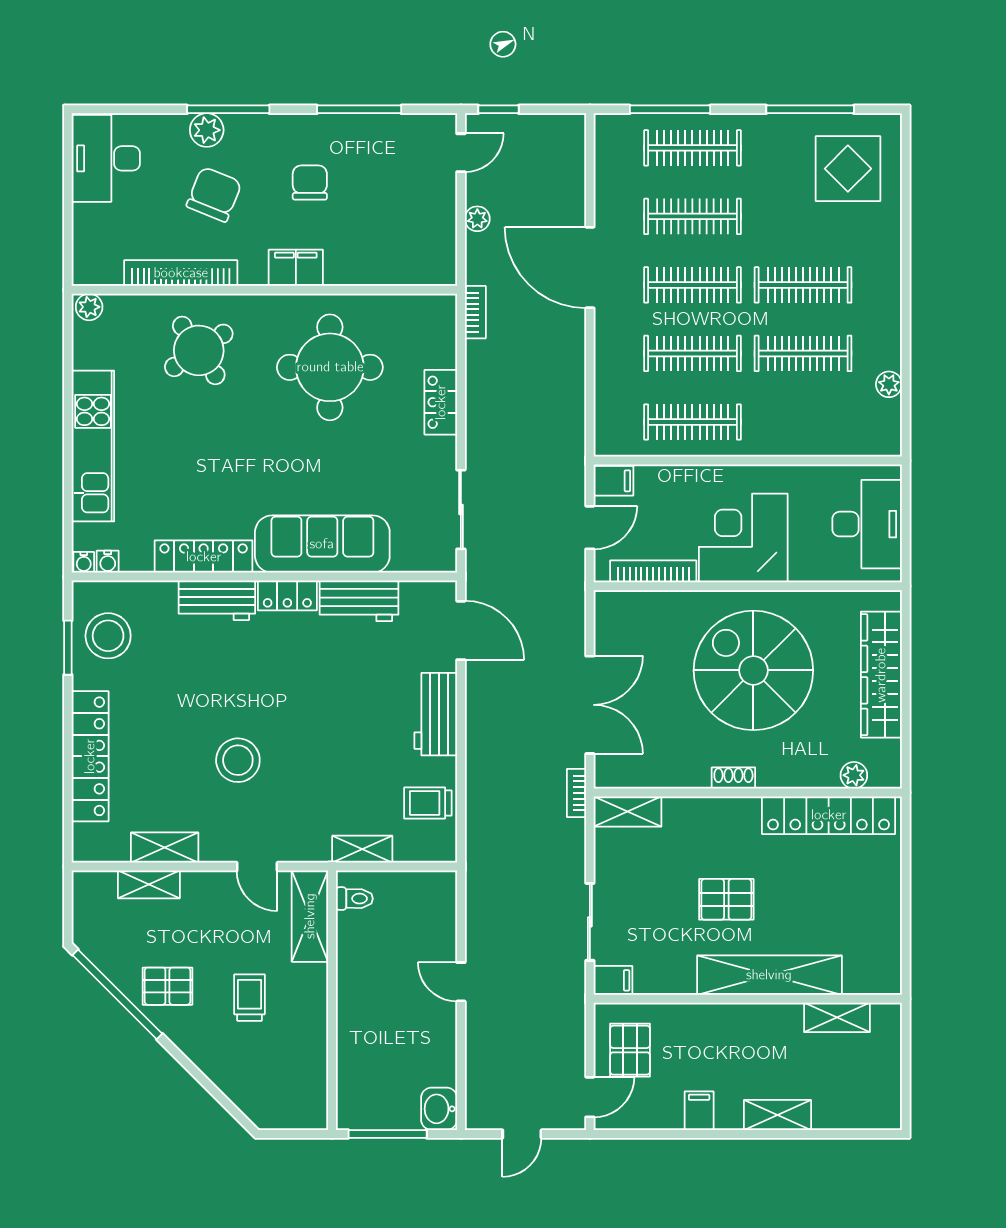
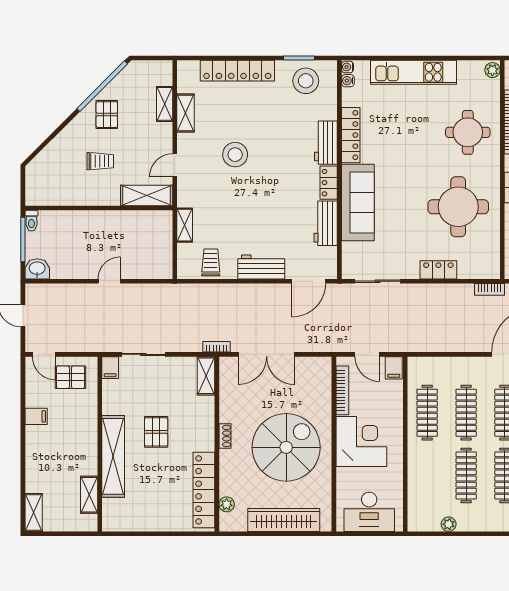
round table: (199, 350) -> (468, 132), turned 34
toilet: (354, 899) -> (31, 221), moved
shelving: (778, 1115) -> (34, 512), moved

